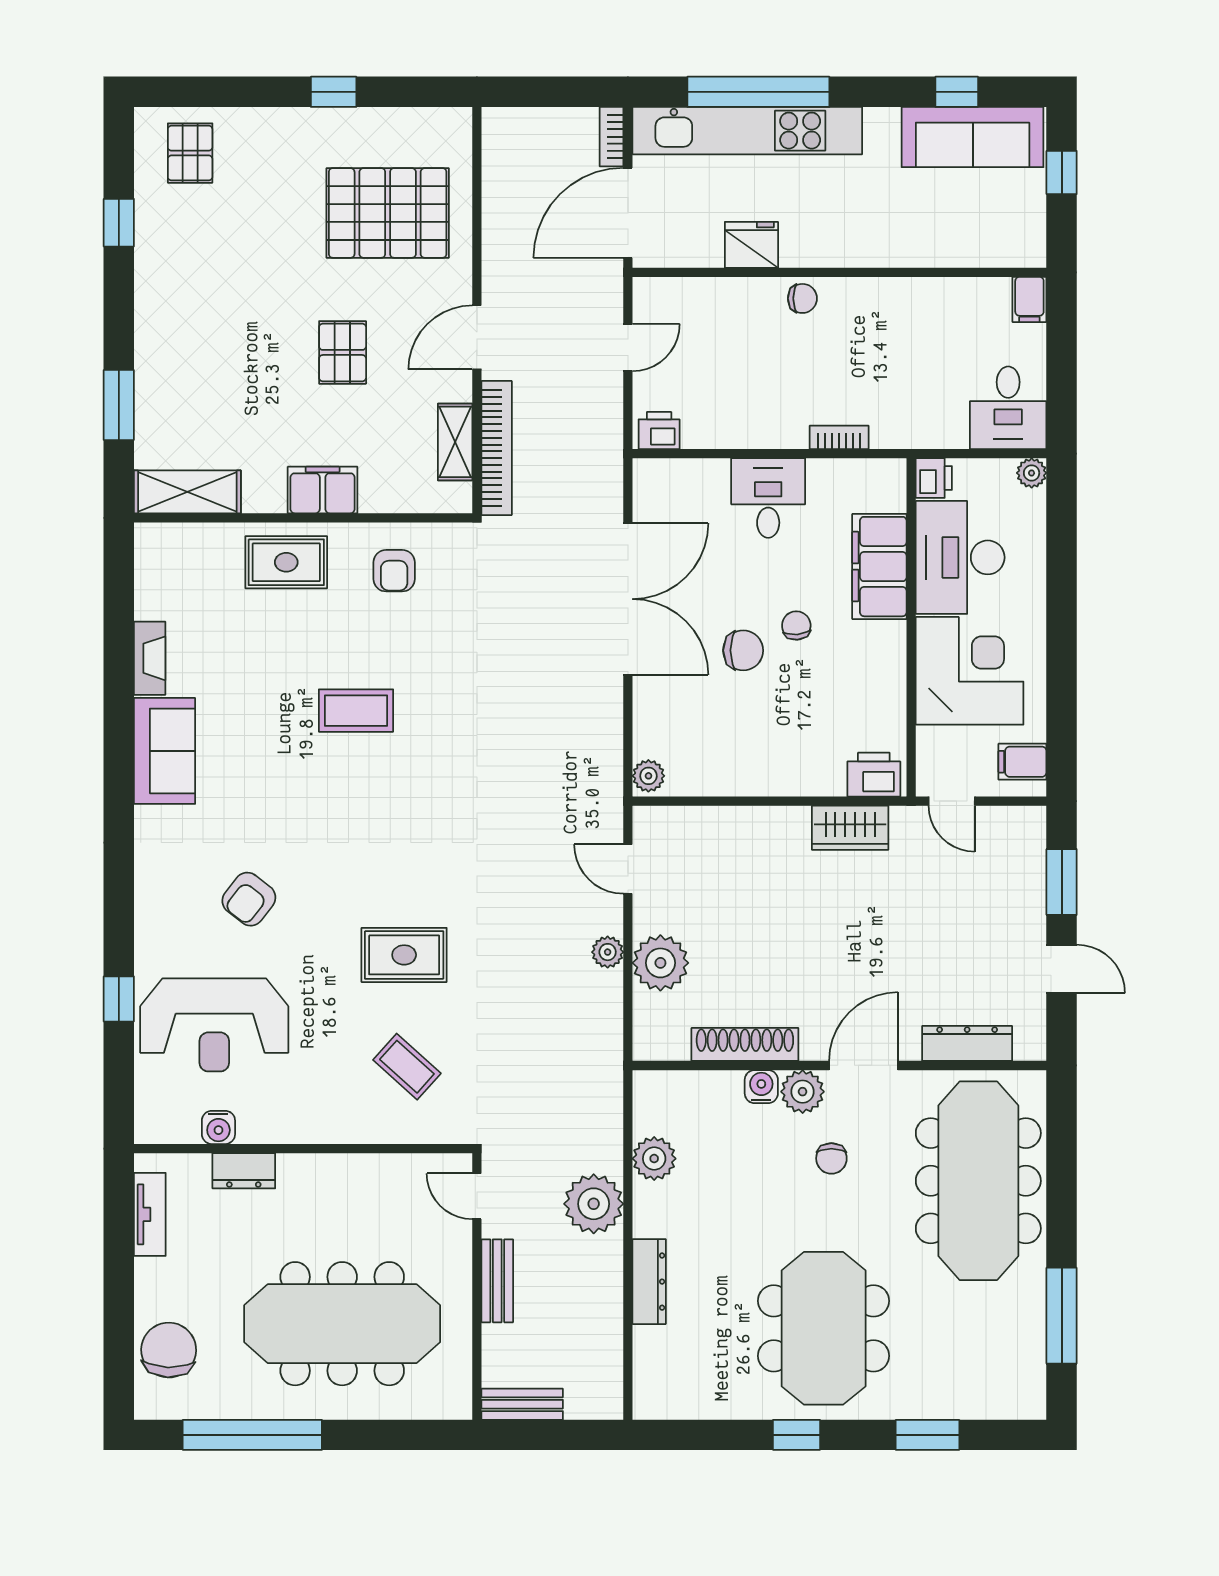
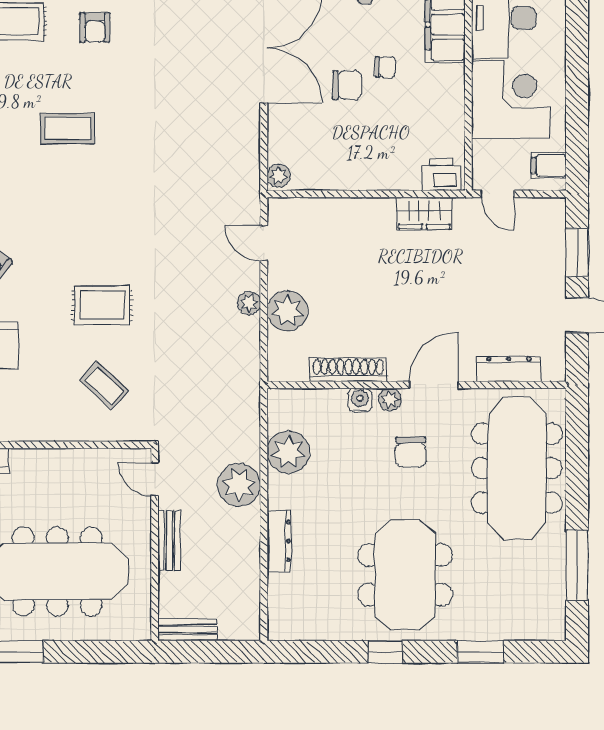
chair: (796, 625) -> (385, 67), turned 95
plant: (803, 1092) -> (390, 400), width x0.73, depth x0.73
chair: (831, 1158) -> (411, 452), width x1.37, depth x1.37
plant: (654, 1159) -> (288, 452), width x1.36, depth x1.36

